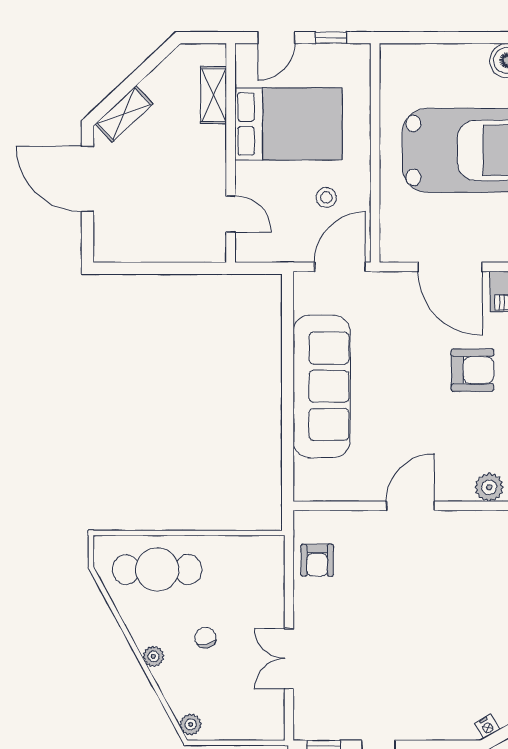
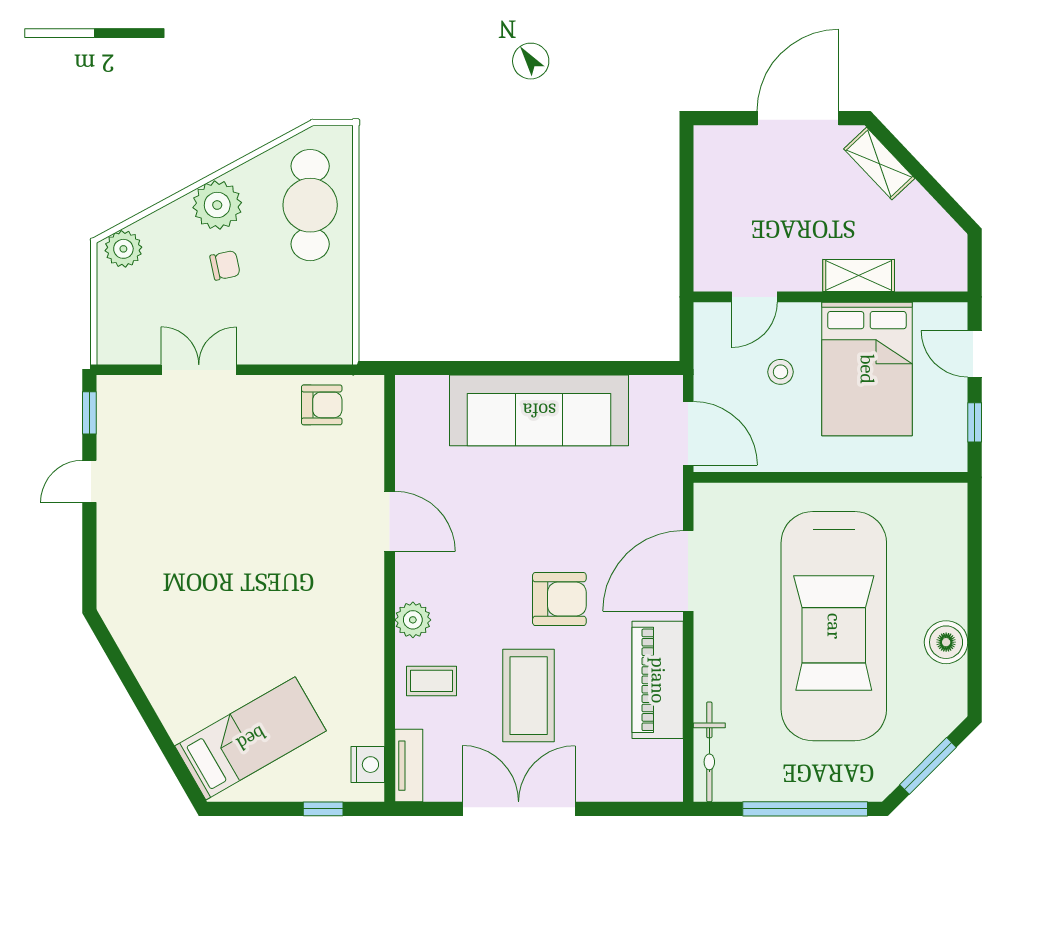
shelving: (214, 95) -> (859, 276), moved
stool: (326, 197) -> (781, 372), moved
armchair: (473, 370) -> (559, 599), turned -90
armchair: (317, 560) -> (322, 405), turned 180
plant: (153, 656) -> (217, 205), width x1.87, depth x1.87
plant: (191, 724) -> (123, 249), width x1.38, depth x1.38
nightstand: (487, 727) -> (114, 617), removed

